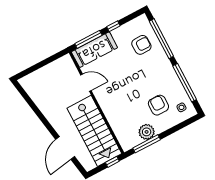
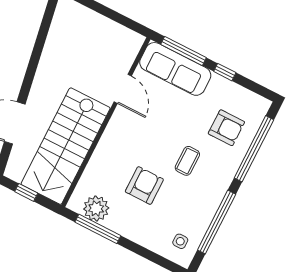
coffee table: (144, 76) -> (187, 161), added
armchair: (158, 105) -> (144, 185), moved
plant: (147, 132) -> (96, 208), moved
window: (112, 162) -> (26, 192), moved

